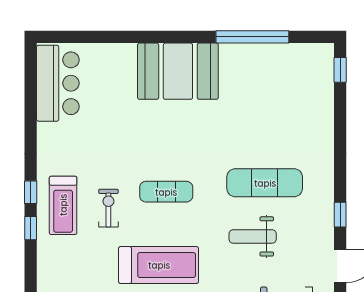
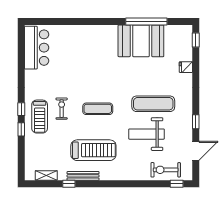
booth: (178, 71) -> (141, 41), moved
fridge: (323, 118) -> (186, 67), added
exercise bike: (108, 208) -> (62, 109), moved
weight bench: (253, 236) -> (147, 134), width x1.36, depth x1.33

